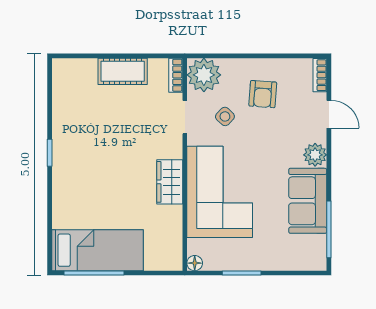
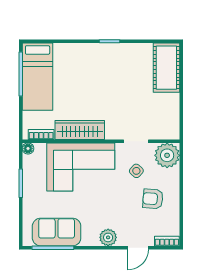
cot: (123, 71) -> (166, 68), moved, width x1.37, depth x1.34
bookcase: (176, 75) -> (41, 134), moved
wardrobe: (170, 182) -> (80, 130), width x1.50
sofa: (308, 201) -> (57, 232), moved

